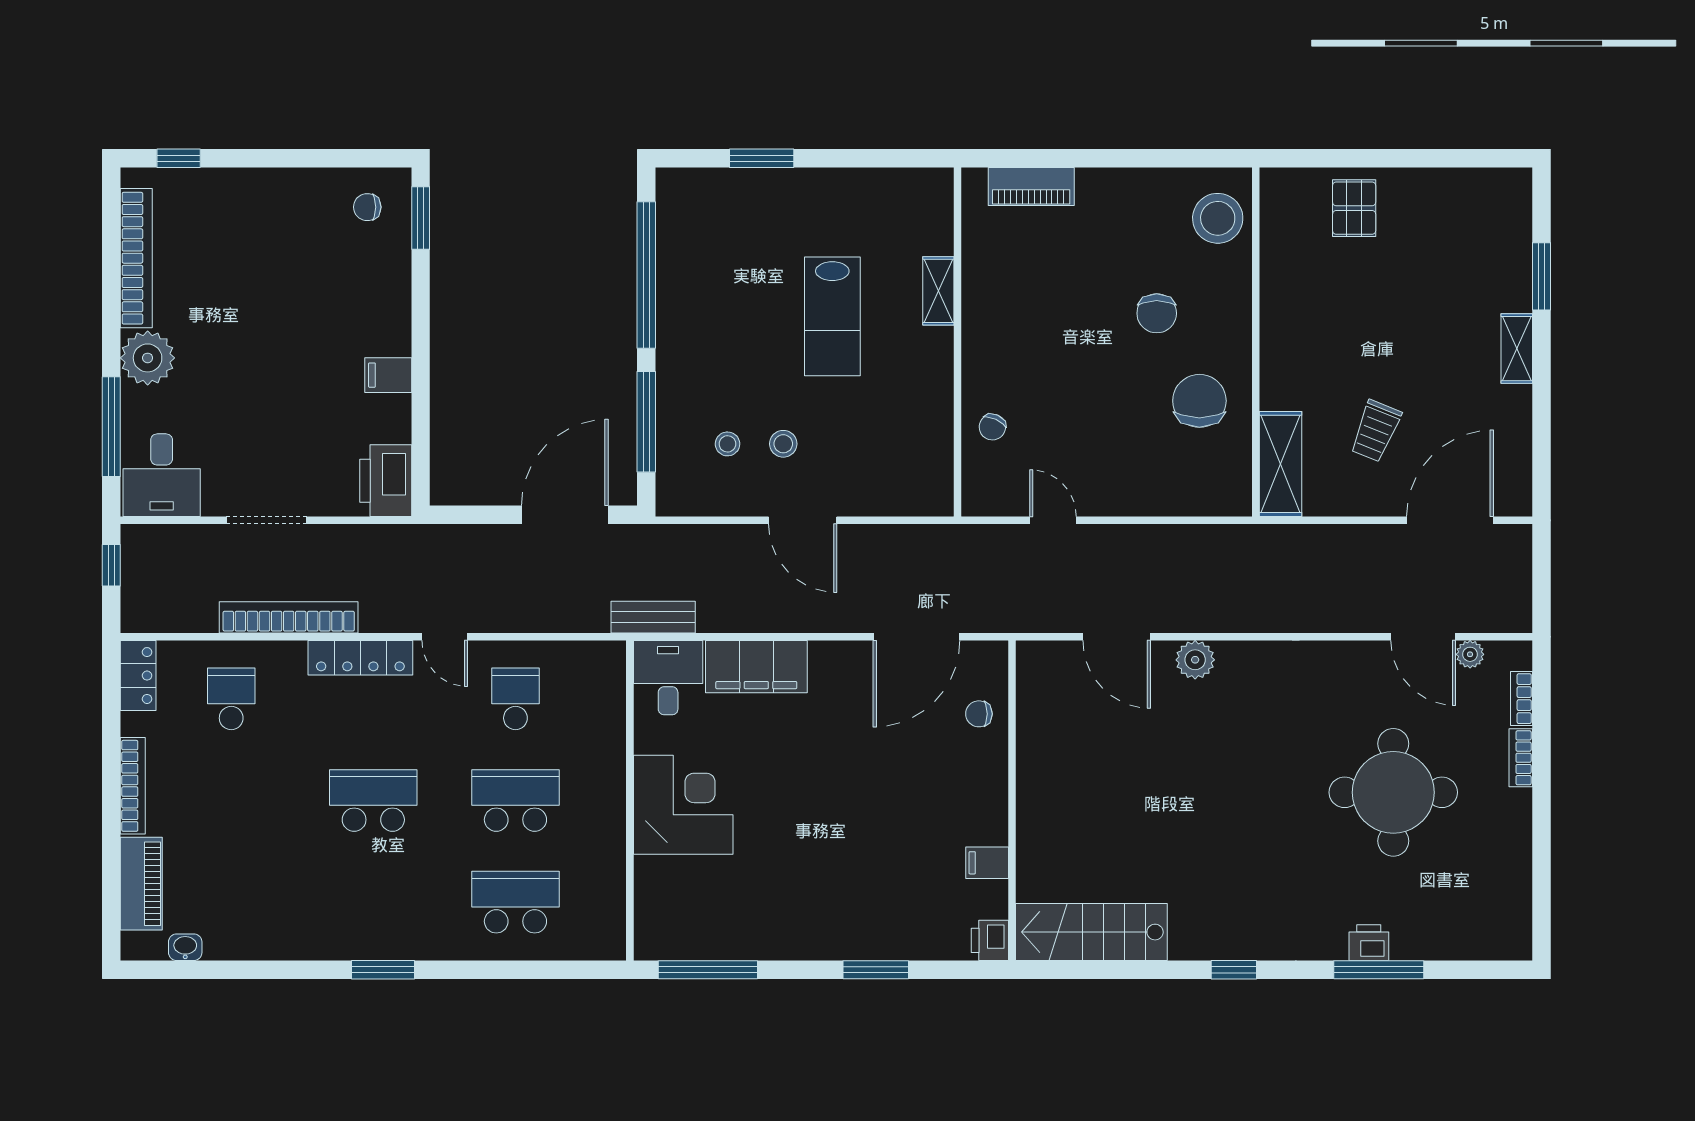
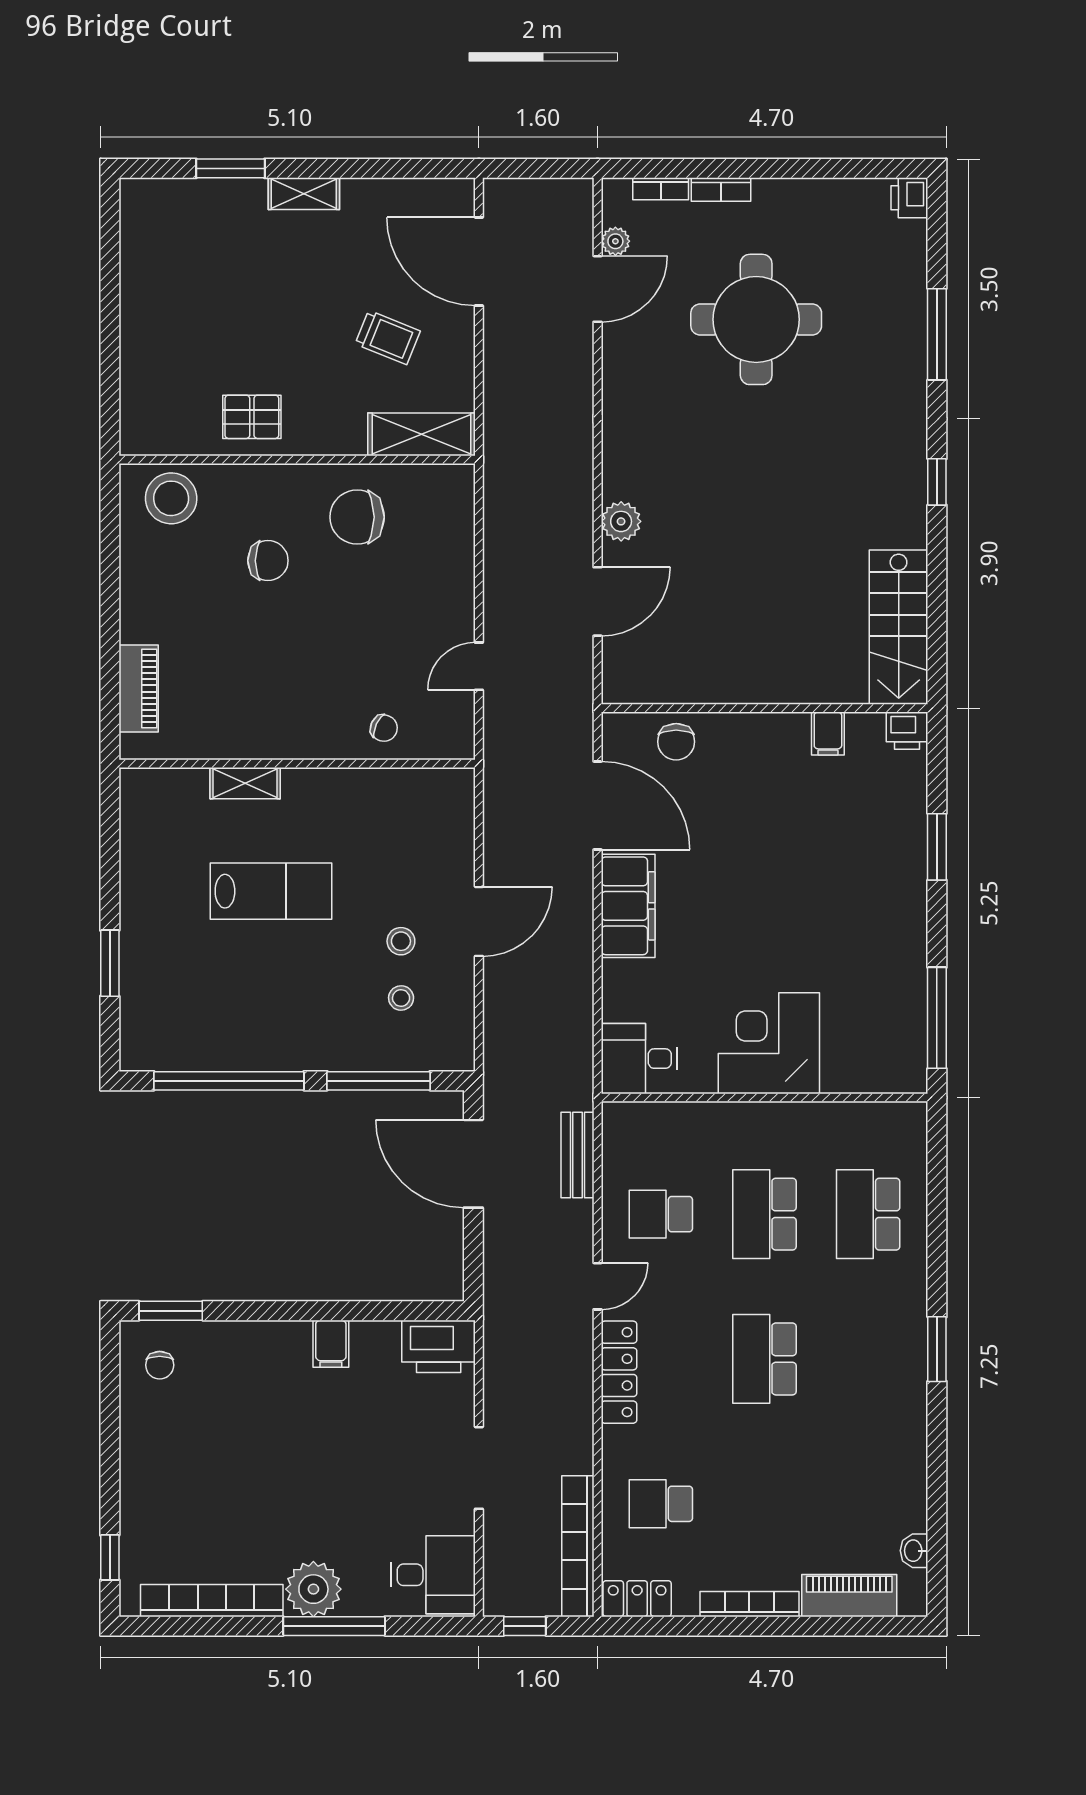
pallet: (1354, 208) -> (252, 417), moved
window: (111, 427) -> (334, 1626), moved
bookcase: (289, 617) -> (578, 1546), moved
bench: (653, 617) -> (578, 1155), moved
filing cabinet: (756, 667) -> (628, 906), moved
chair: (979, 714) -> (676, 742), width x1.37, depth x1.37
printer: (1369, 943) -> (909, 198), moved

